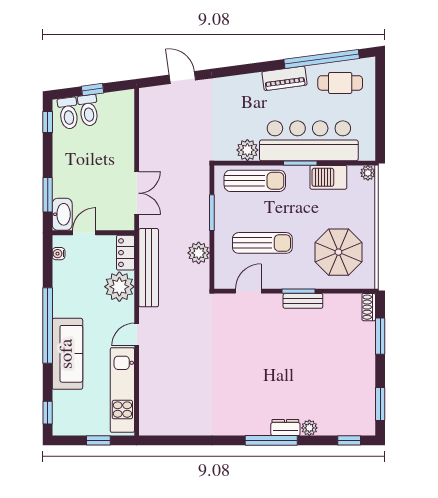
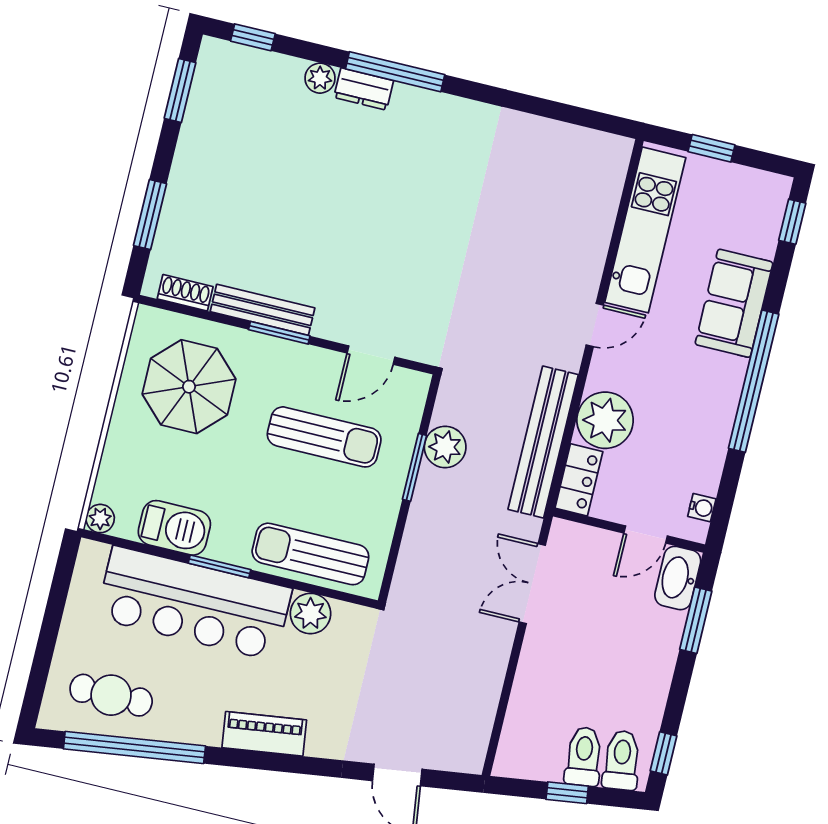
piano: (284, 78) -> (264, 734), moved
window: (212, 213) -> (414, 467), moved
sun lounger: (262, 243) -> (324, 437), turned 180
bench: (303, 301) -> (263, 310), width x1.36
shoe rack: (369, 307) -> (185, 293), moved, turned -90
sofa: (67, 354) -> (734, 303), width x0.73

